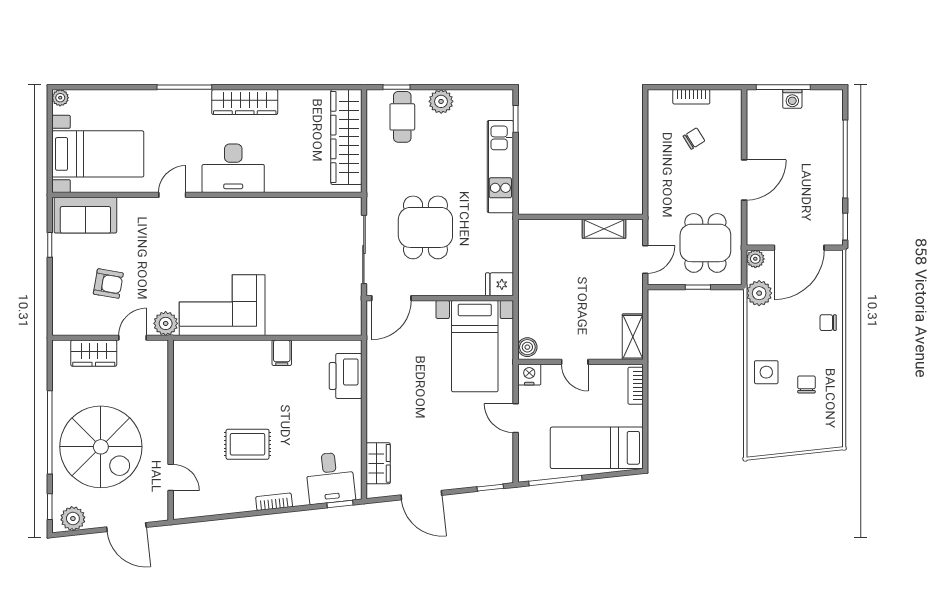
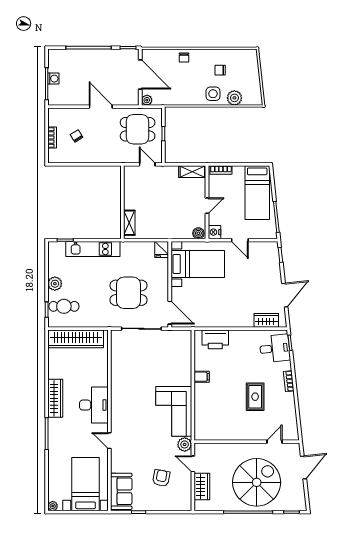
shelving: (604, 229) -> (129, 223), moved
plant: (759, 293) -> (234, 98), moved
door: (516, 418) -> (240, 240), hinge flipped
plant: (73, 519) -> (298, 499), removed

